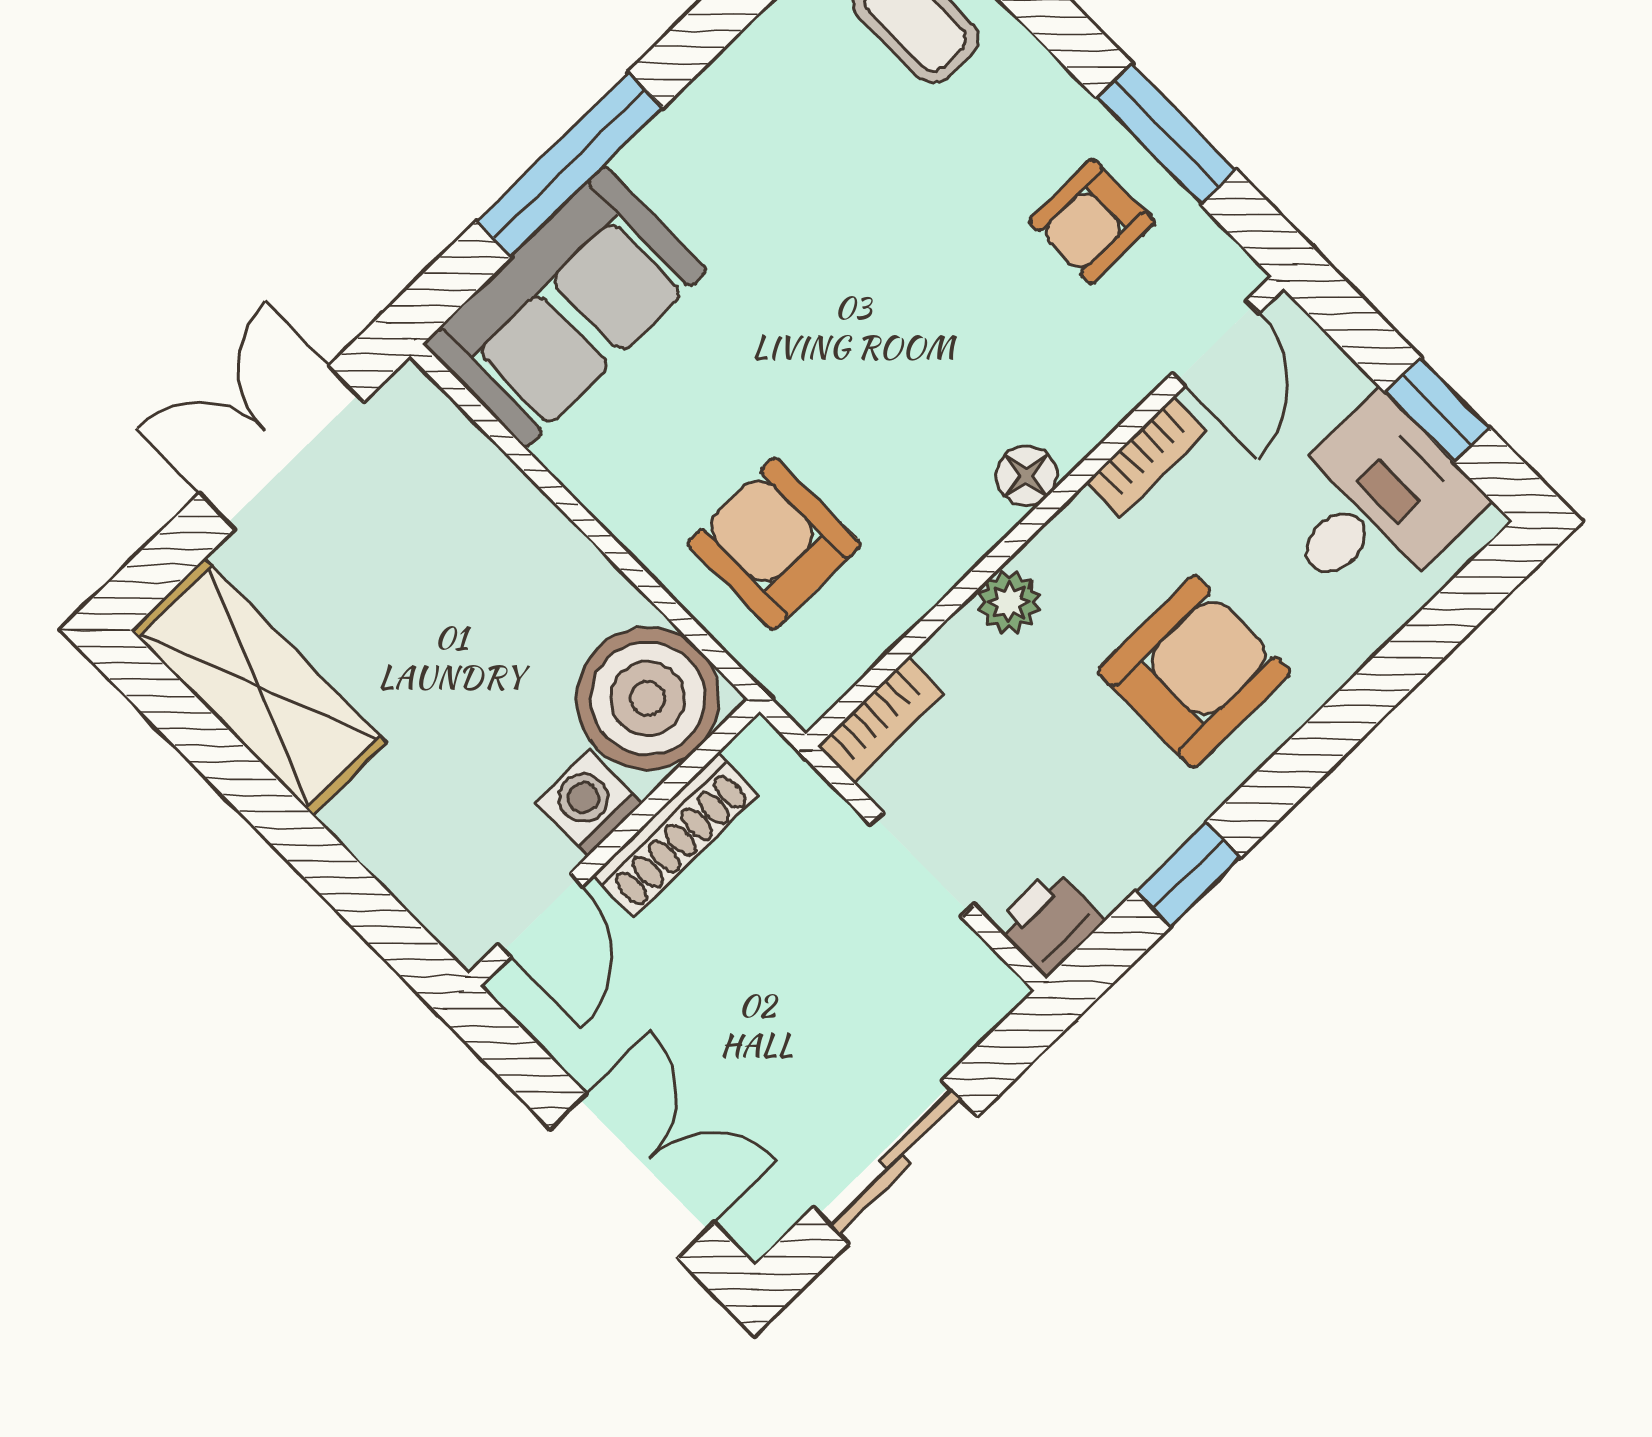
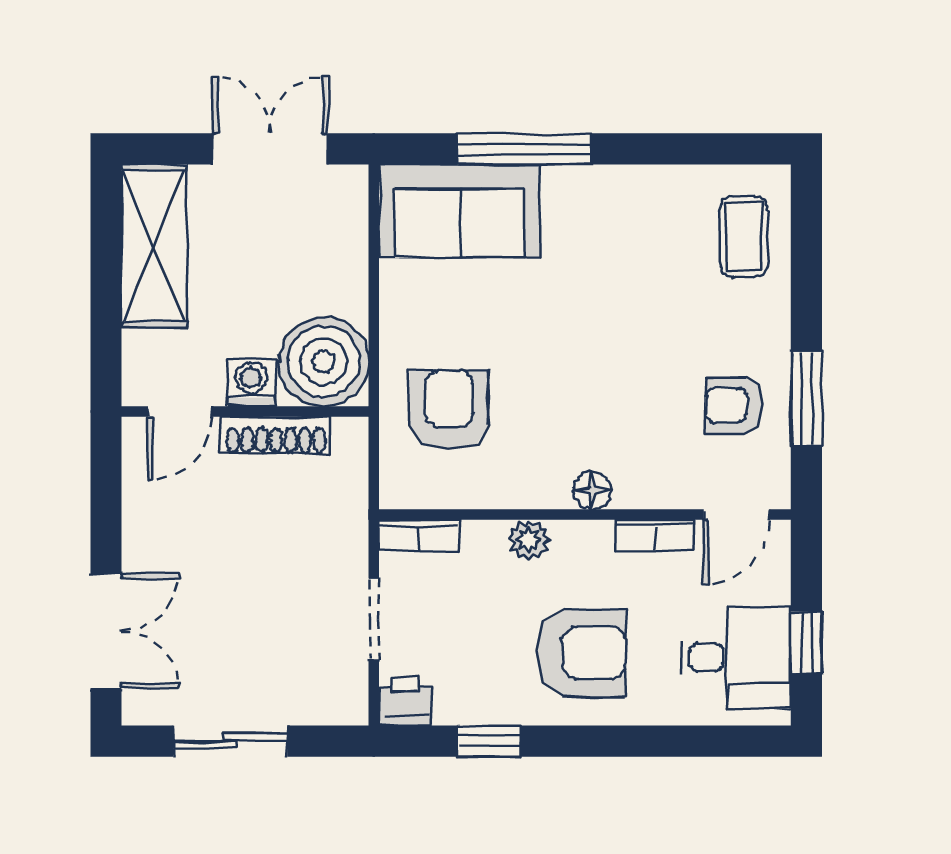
boiler: (648, 698) -> (324, 362), moved
washing machine: (589, 803) -> (251, 383), moved
shoe rack: (676, 835) -> (276, 435), moved
wall: (614, 843) -> (245, 412), moved
door: (540, 915) -> (180, 412), moved

